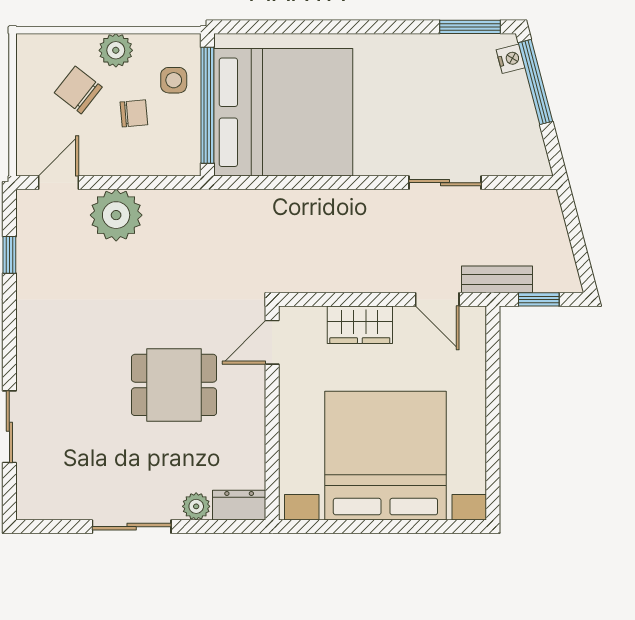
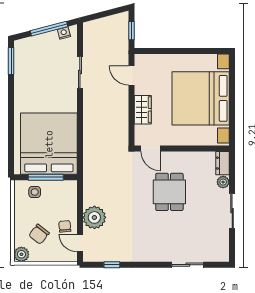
plant: (116, 50) -> (21, 254), moved
nightstand: (511, 59) -> (64, 33), moved
window: (535, 82) -> (49, 29), moved
window: (207, 105) -> (46, 177), width x0.68
chair: (134, 113) -> (65, 226), moved
bench: (497, 279) -> (123, 49), removed
door: (437, 299) -> (132, 76), swing flipped

